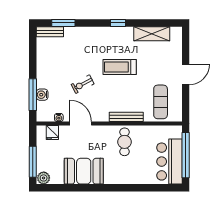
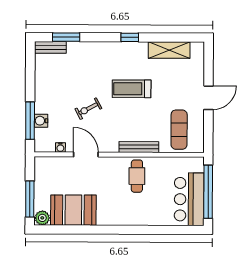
fridge: (52, 132) -> (53, 165), removed
booth: (84, 171) -> (73, 210), moved

